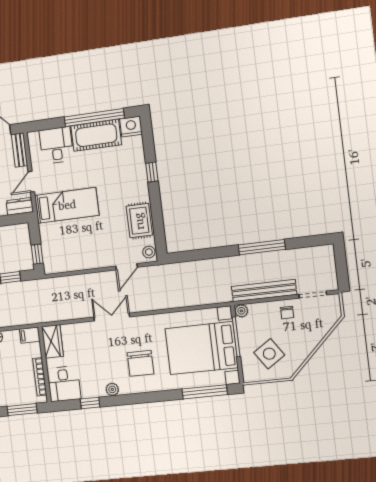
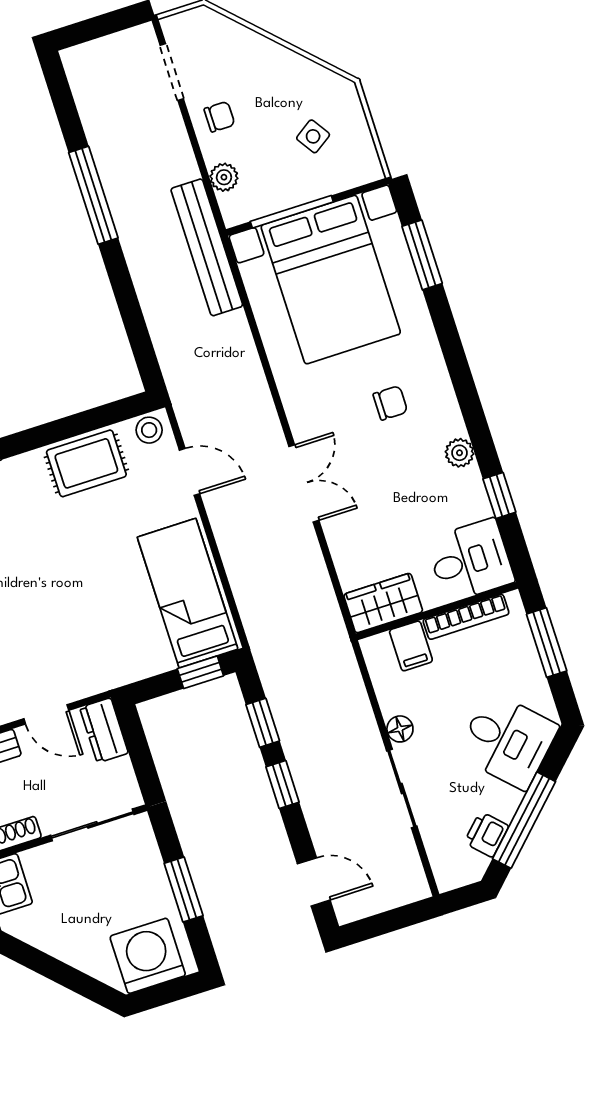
bed: (67, 205) -> (188, 593), moved
bench: (264, 290) -> (207, 247), moved
plant: (241, 311) -> (224, 177), moved
double door: (112, 317) -> (304, 483), swing flipped
filing cabinet: (30, 335) -> (411, 646), moved
side table: (269, 354) -> (313, 136), width x0.54, depth x0.54
chair: (140, 363) -> (390, 403), width x0.54, depth x0.54
window: (205, 392) -> (422, 255), width x0.69

